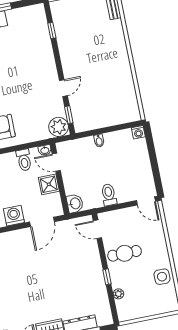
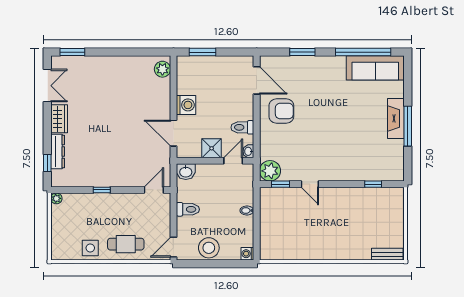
stool: (140, 169) -> (209, 248), added
cafe table: (125, 253) -> (126, 244), moved, turned 90
plant: (118, 294) -> (56, 198), moved

